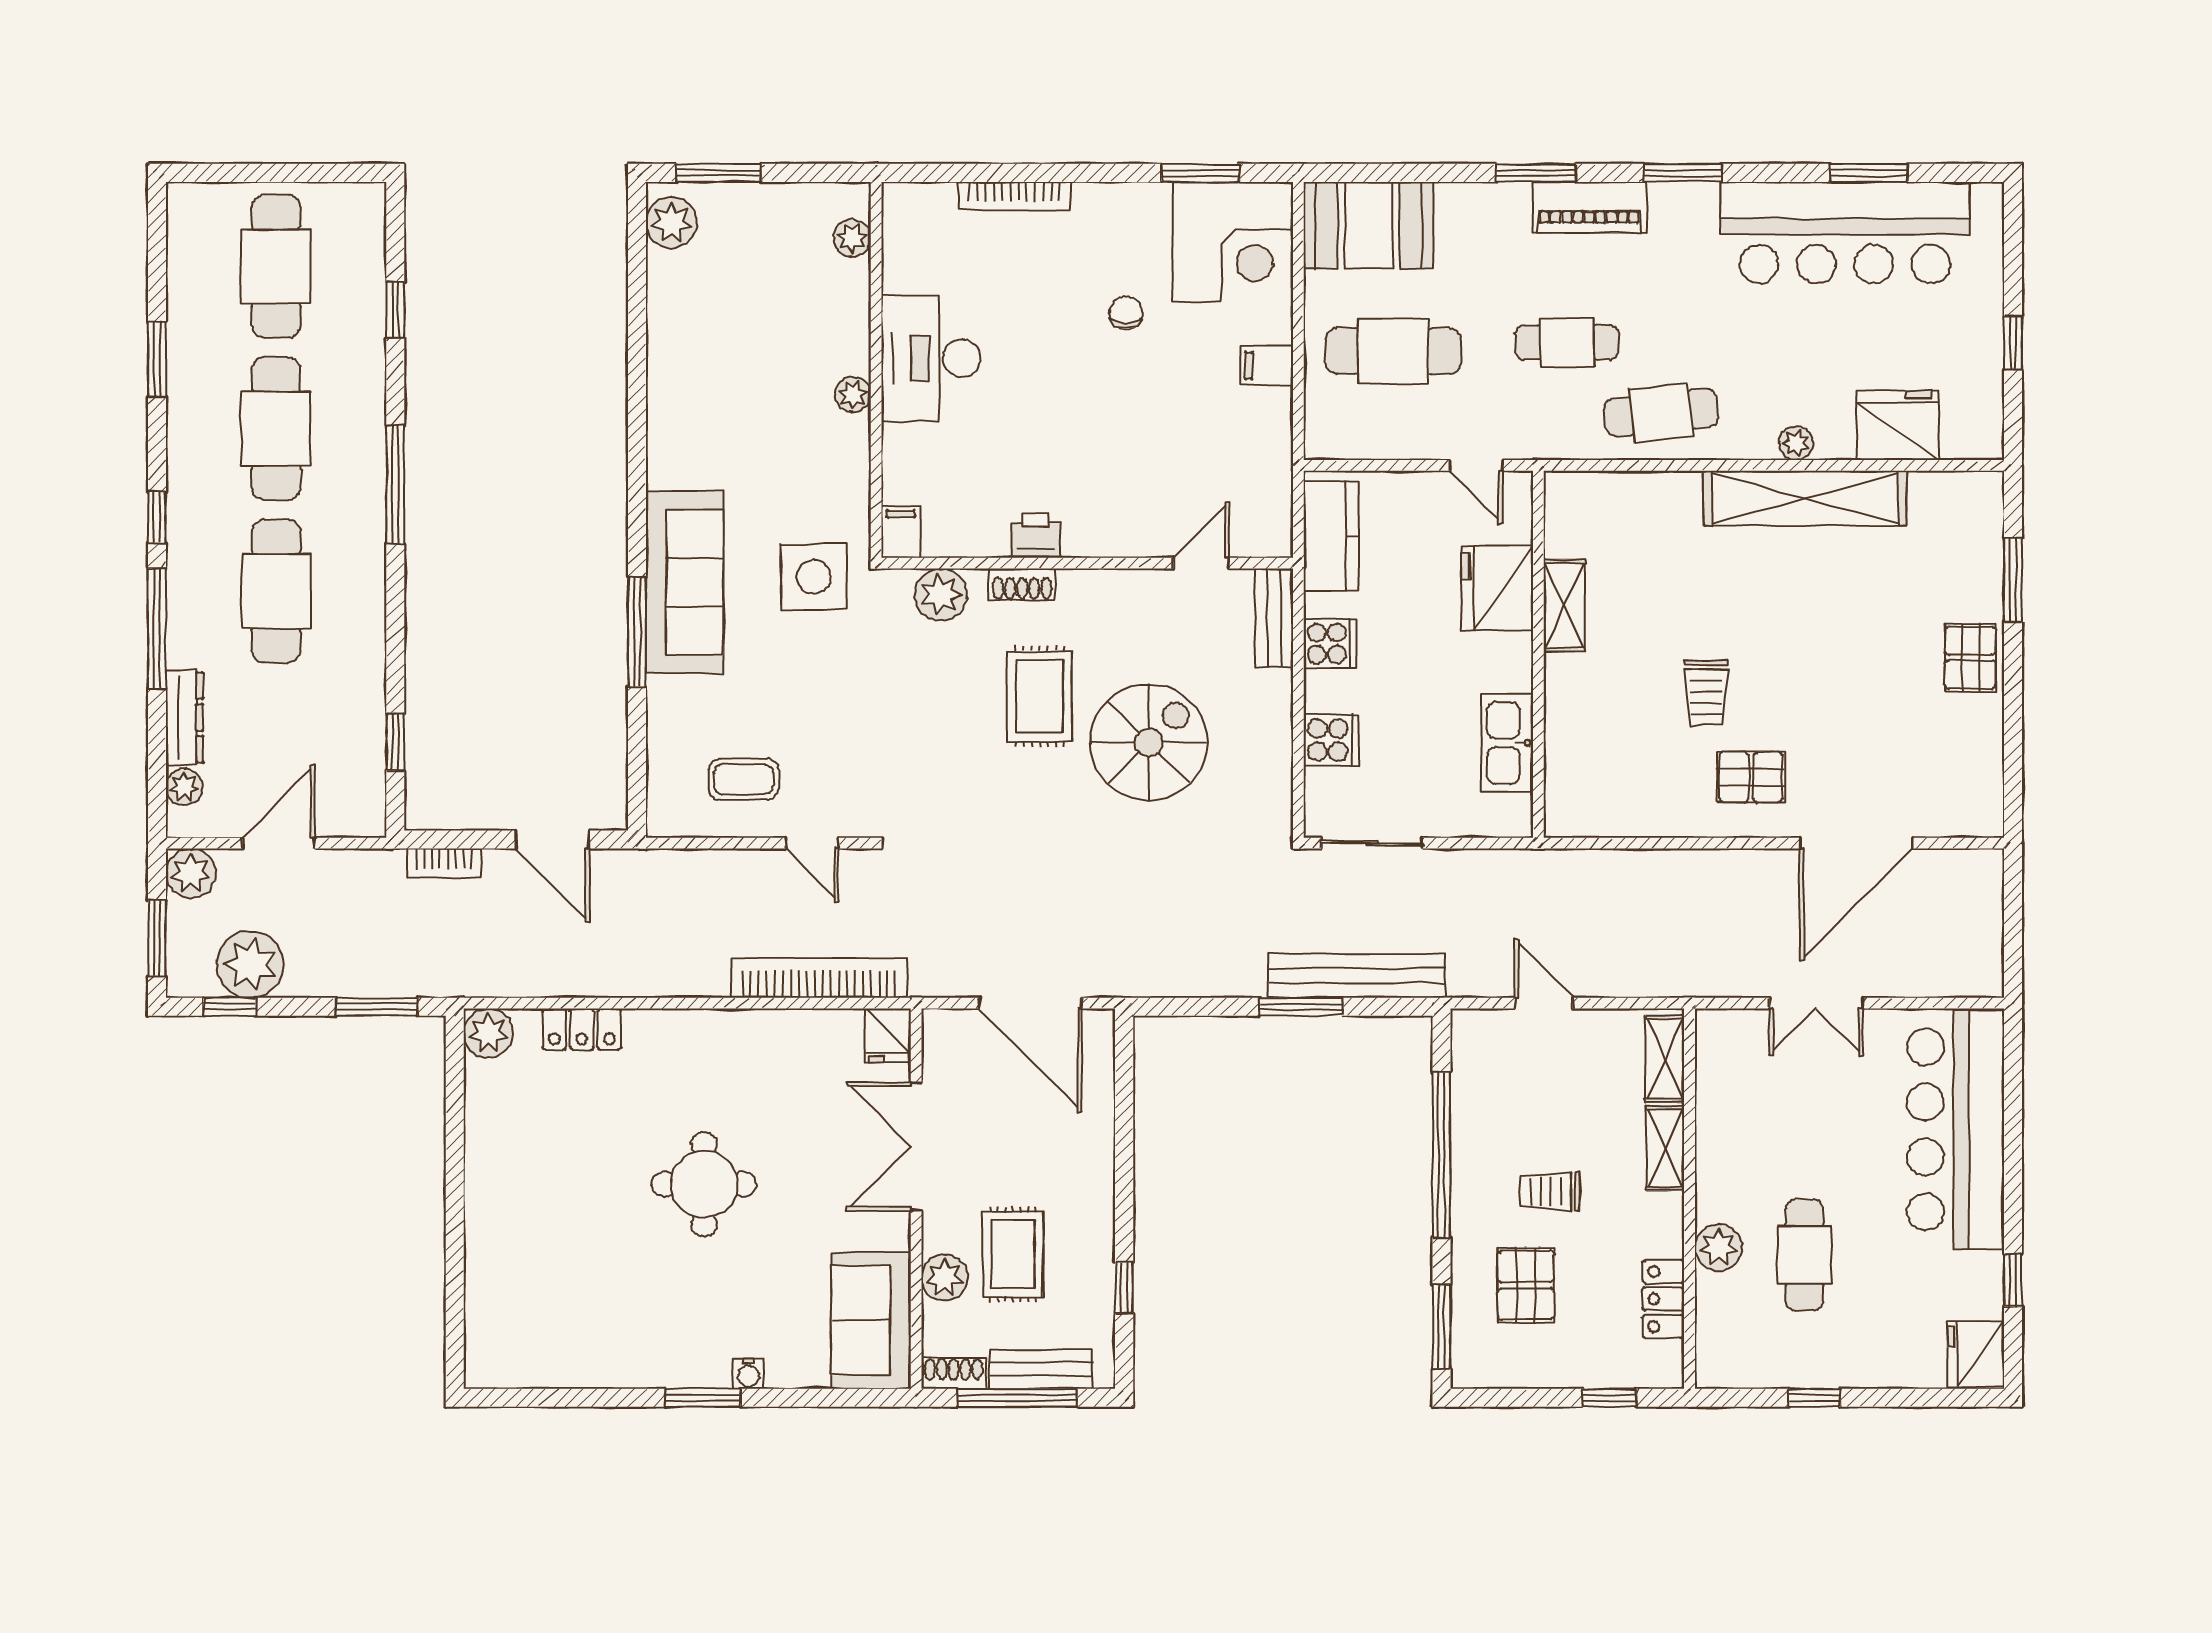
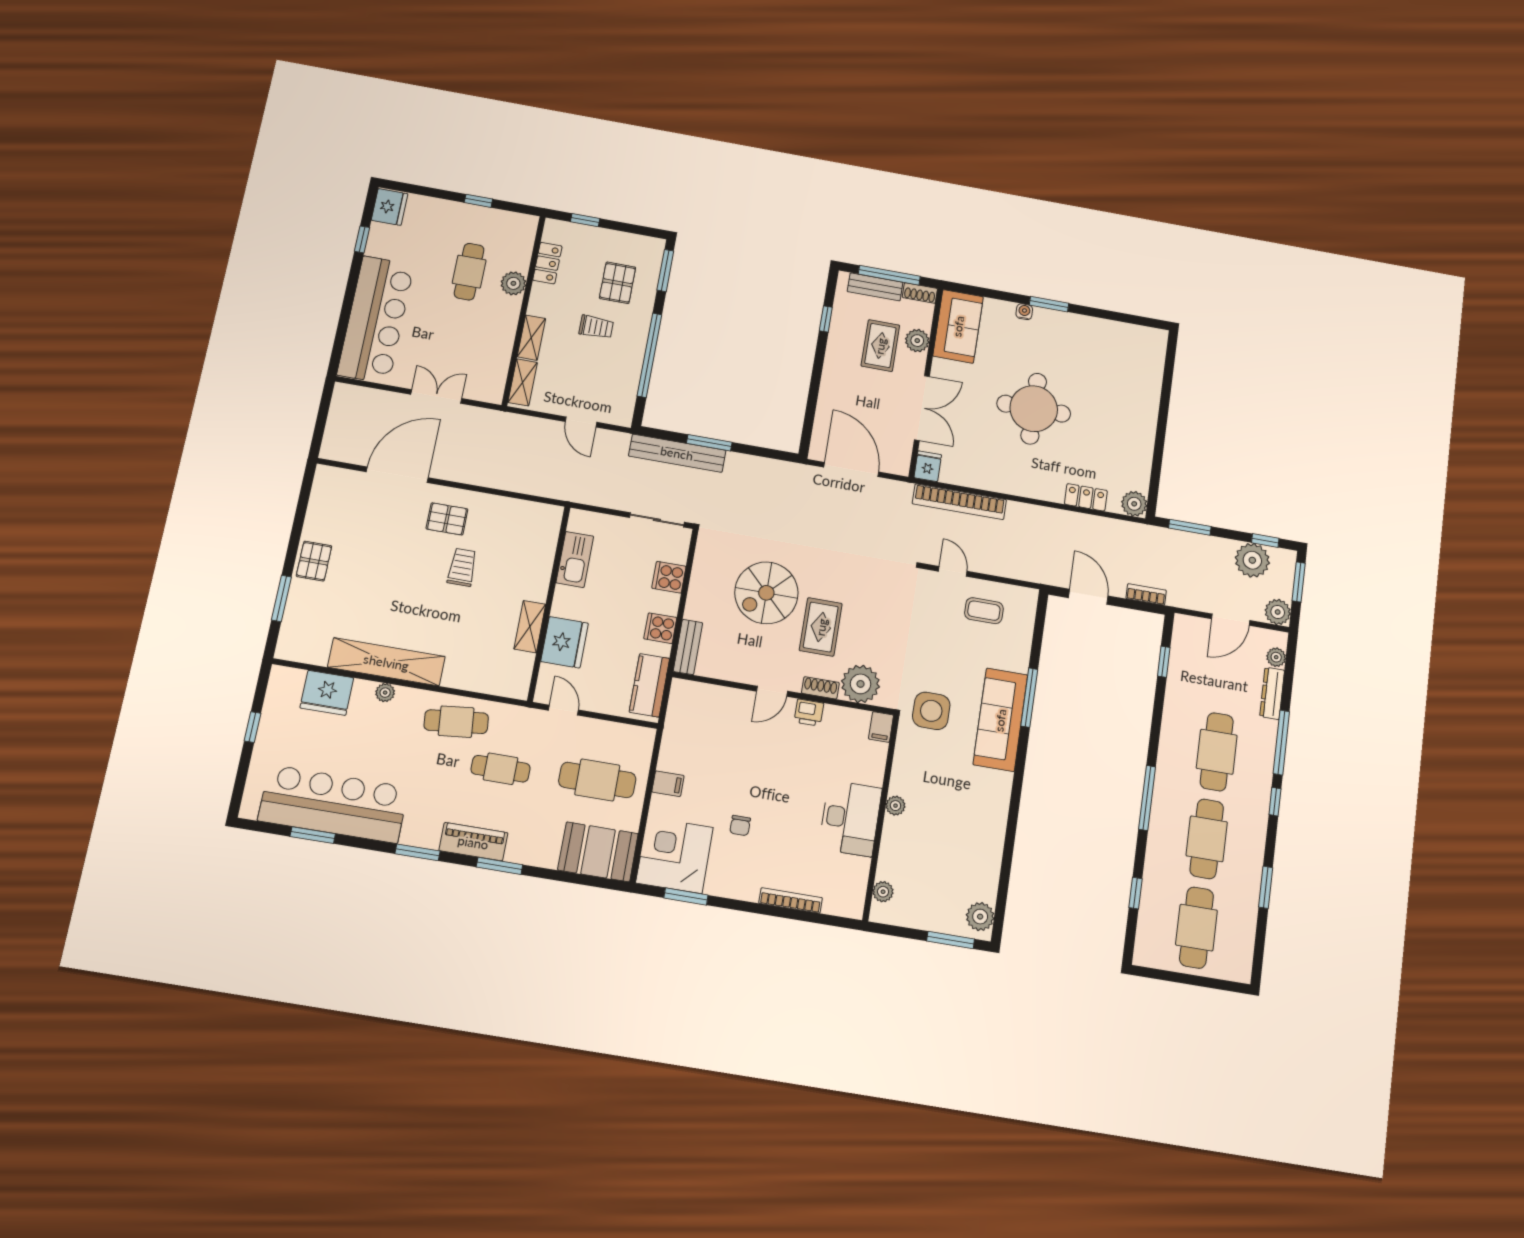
door: (1201, 563) -> (772, 691), moved
plant: (941, 595) -> (861, 684), width x1.36, depth x1.36
round table: (704, 1184) -> (1034, 409), width x1.36, depth x1.36

